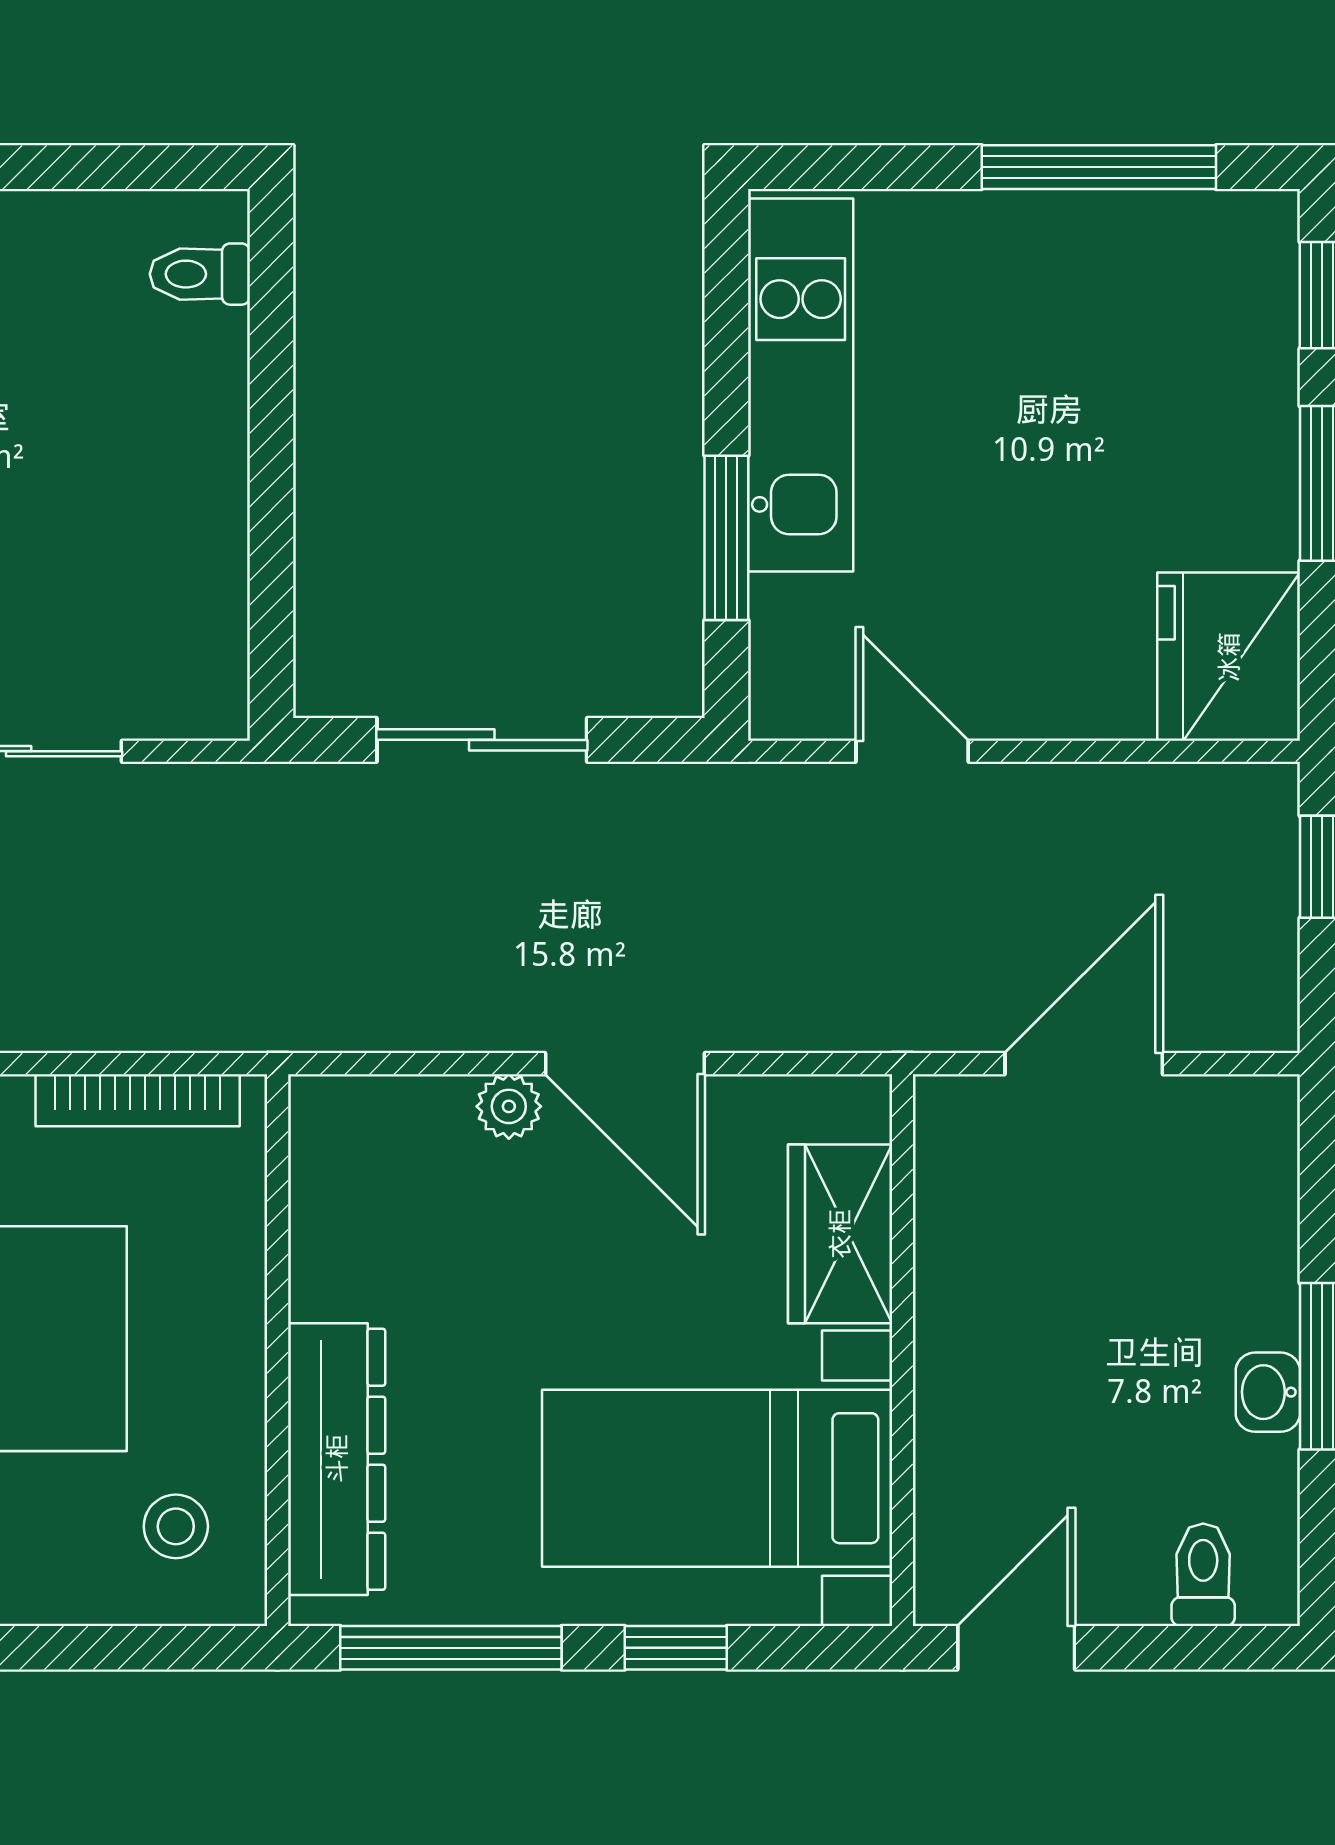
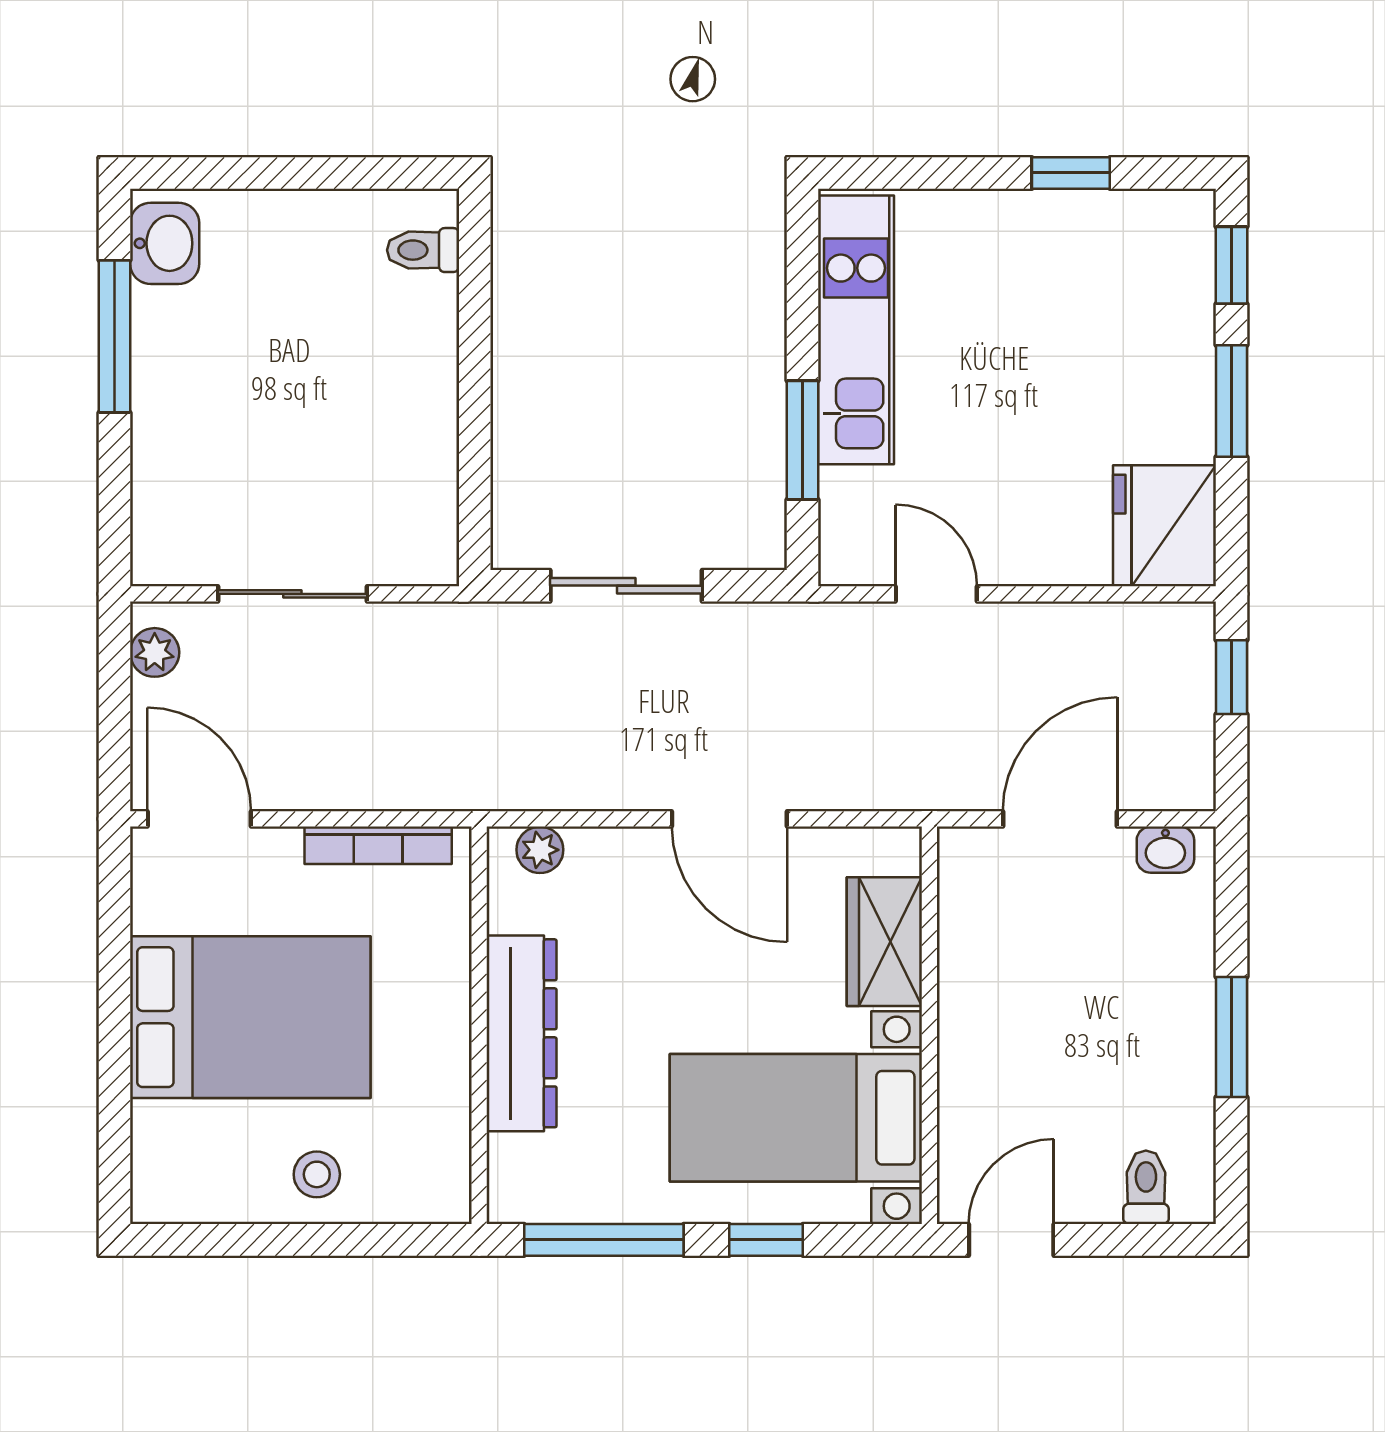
window: (1099, 167) -> (1071, 173), width x0.46
plant: (509, 1106) -> (540, 850), moved
washbasin: (1268, 1392) -> (1165, 850), moved, turned -90
dresser: (337, 1459) -> (522, 1033), moved
stool: (176, 1526) -> (317, 1174), moved

